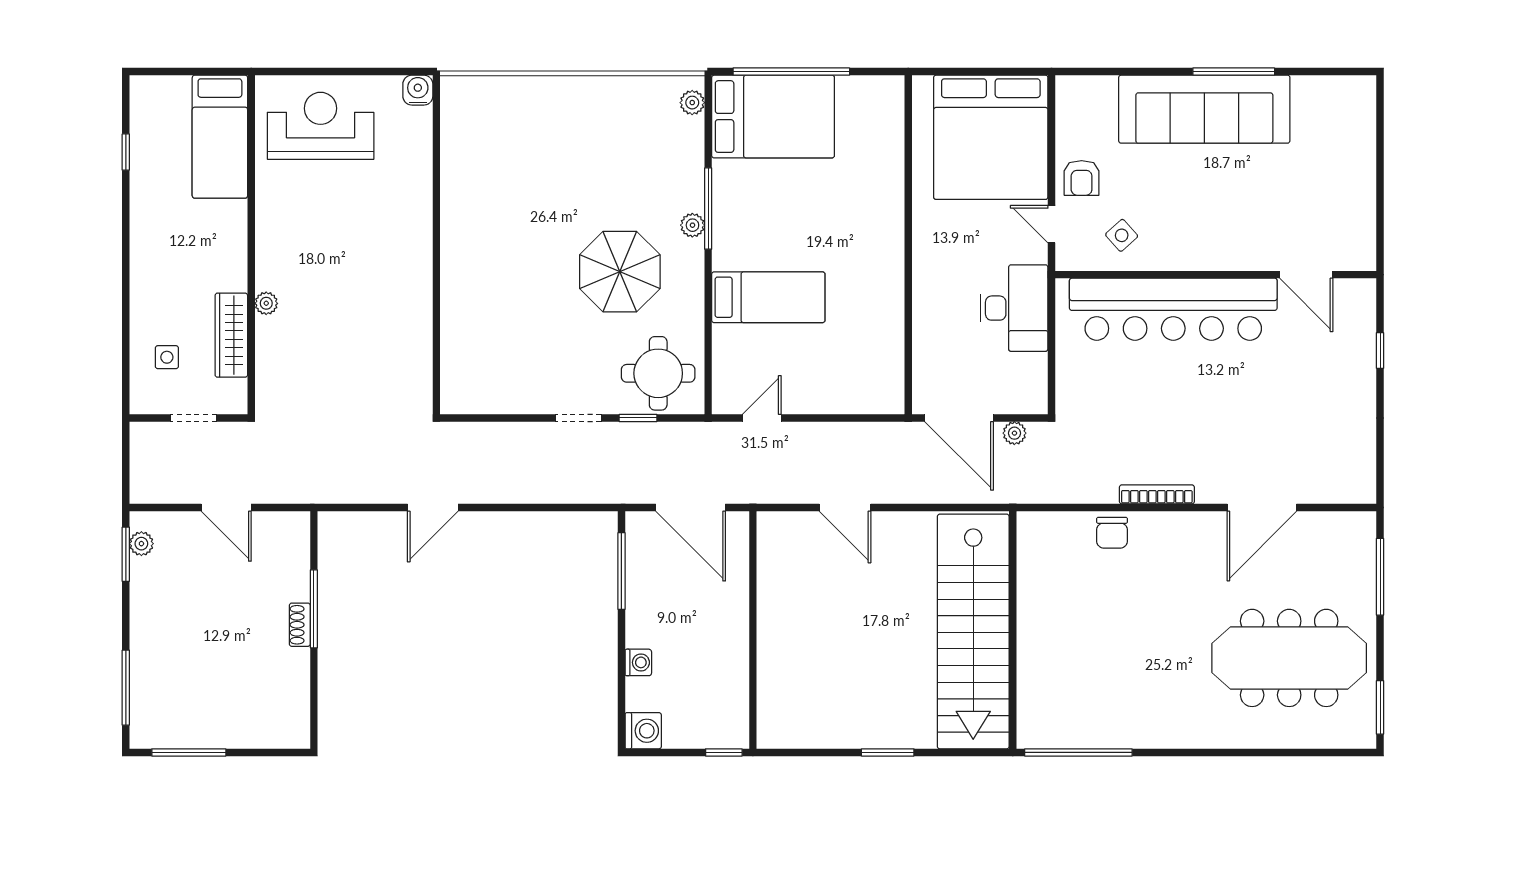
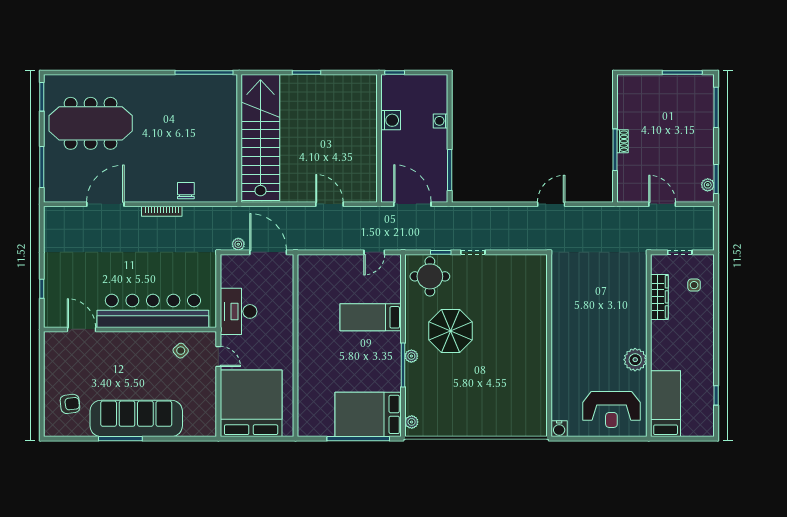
armchair: (1082, 178) -> (70, 404), moved, turned 83
plant: (266, 303) -> (635, 360), moved, width x1.87, depth x1.87
washing machine: (643, 731) -> (391, 120), moved, turned 180

